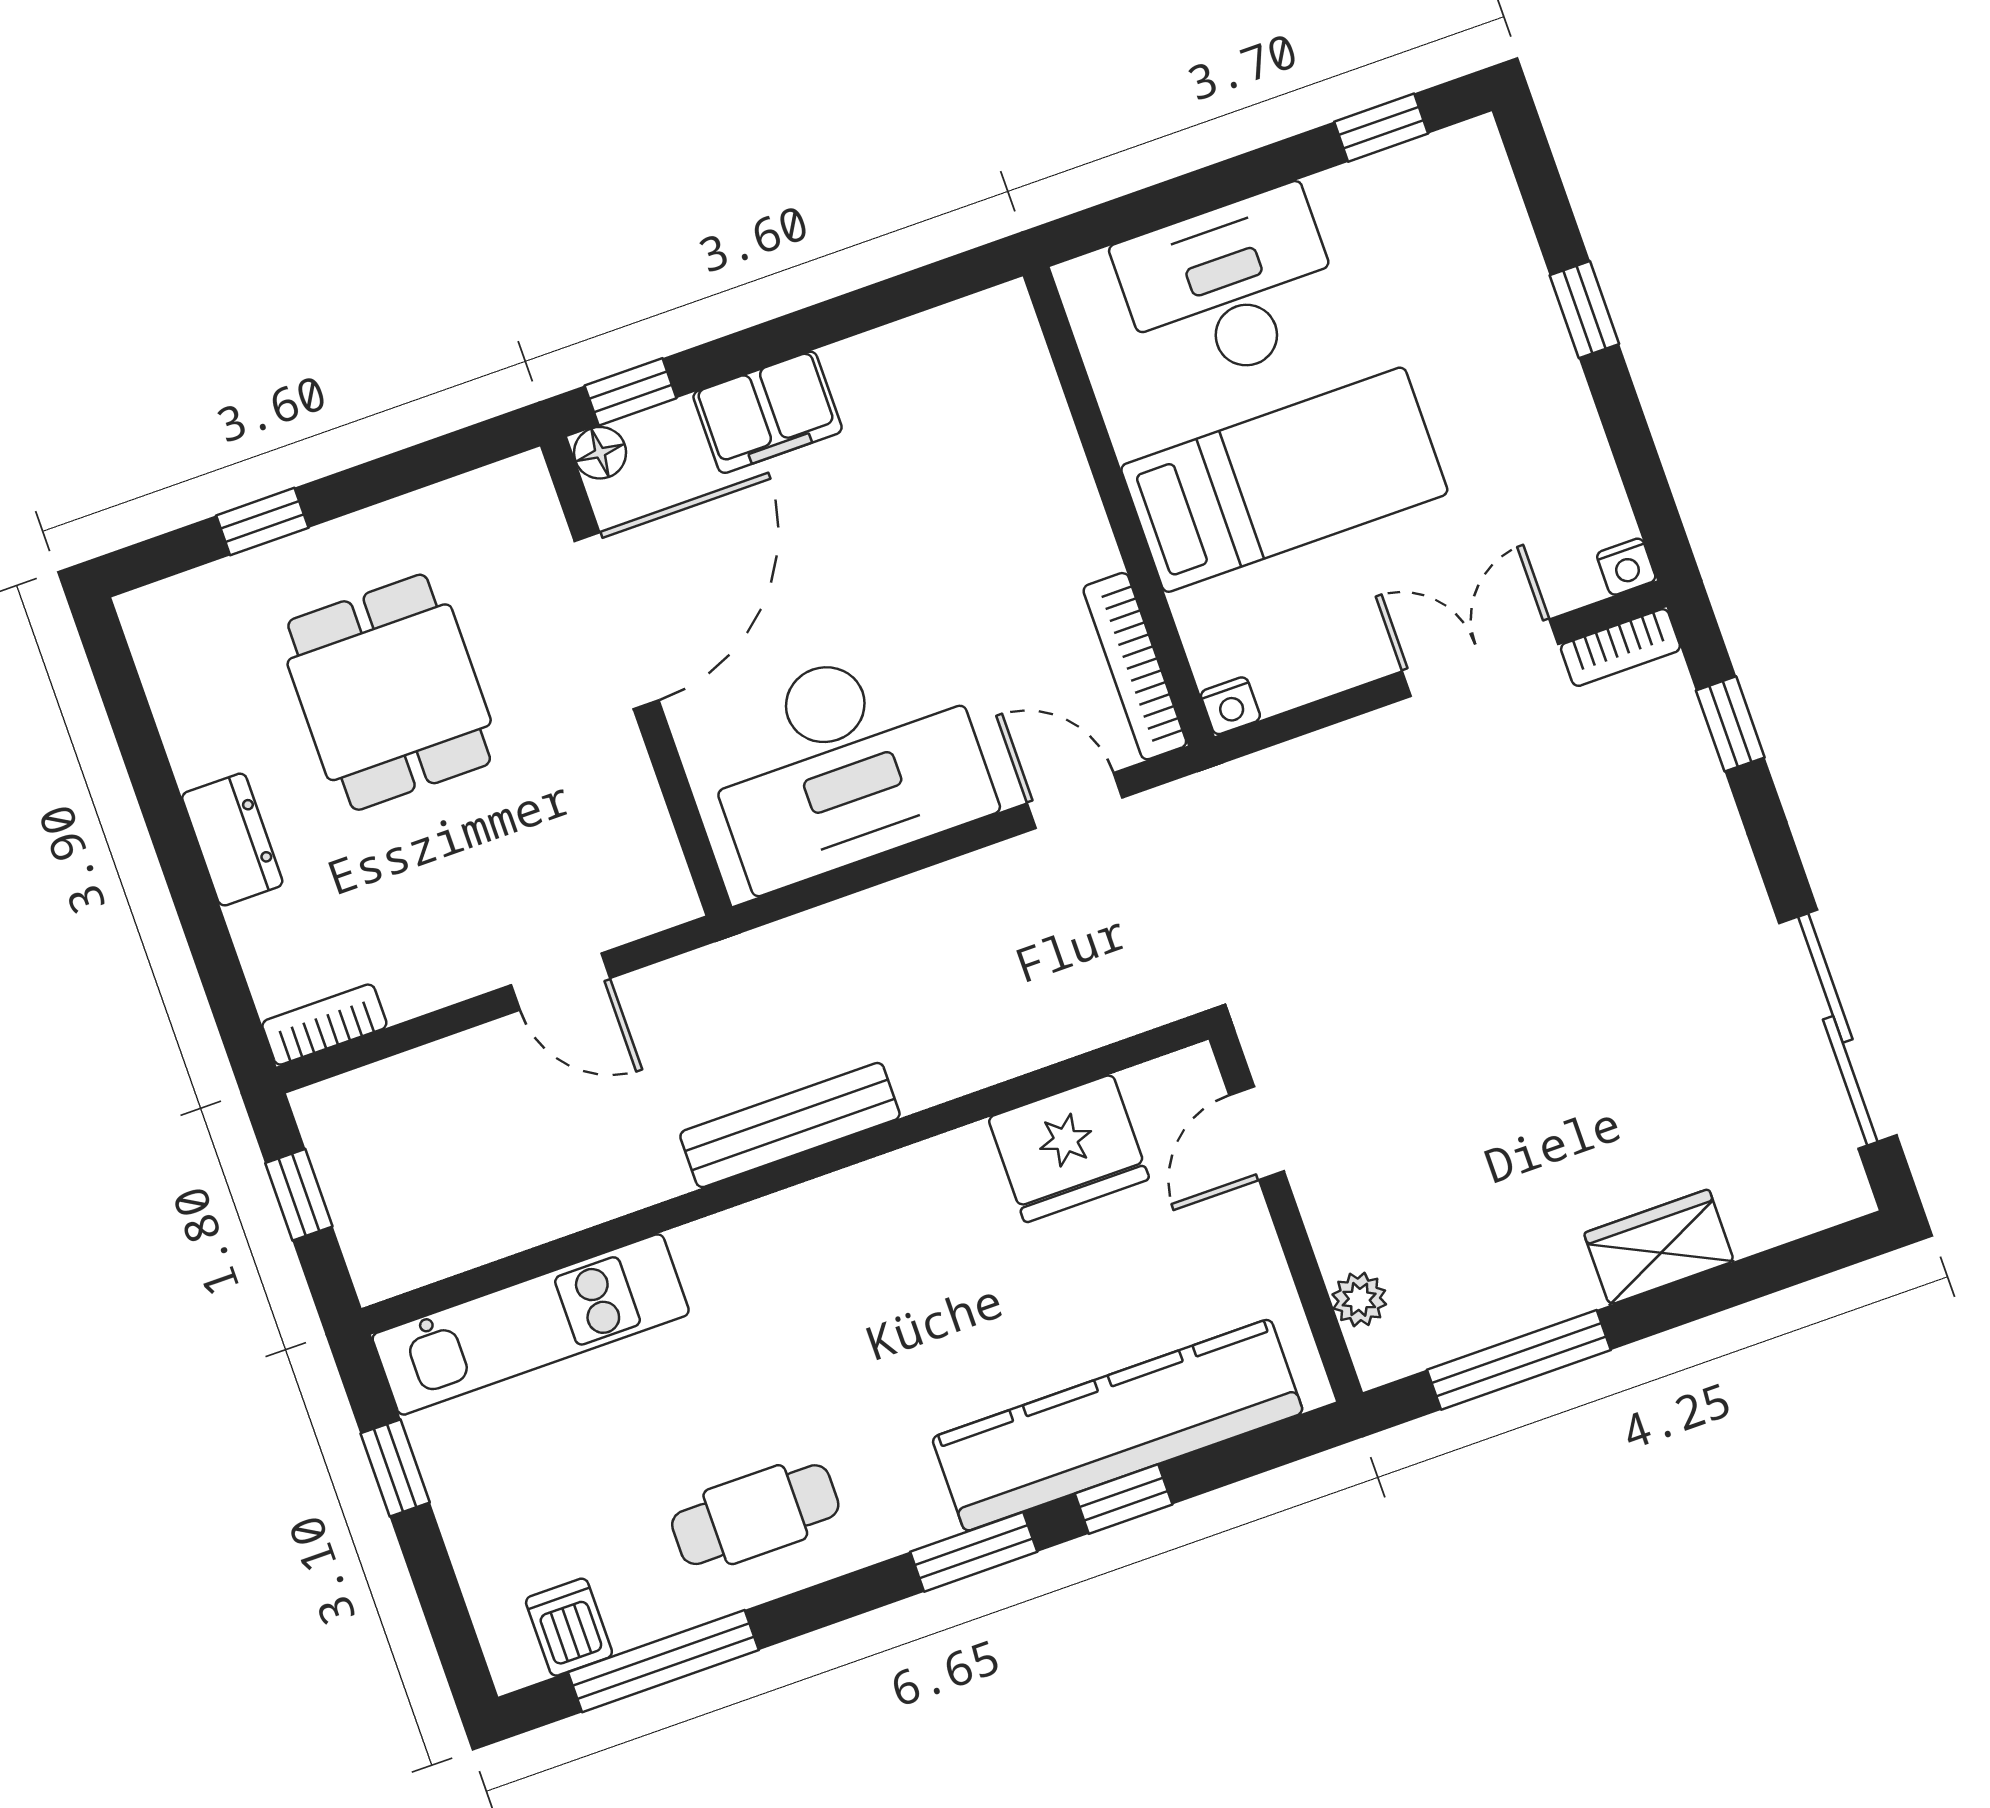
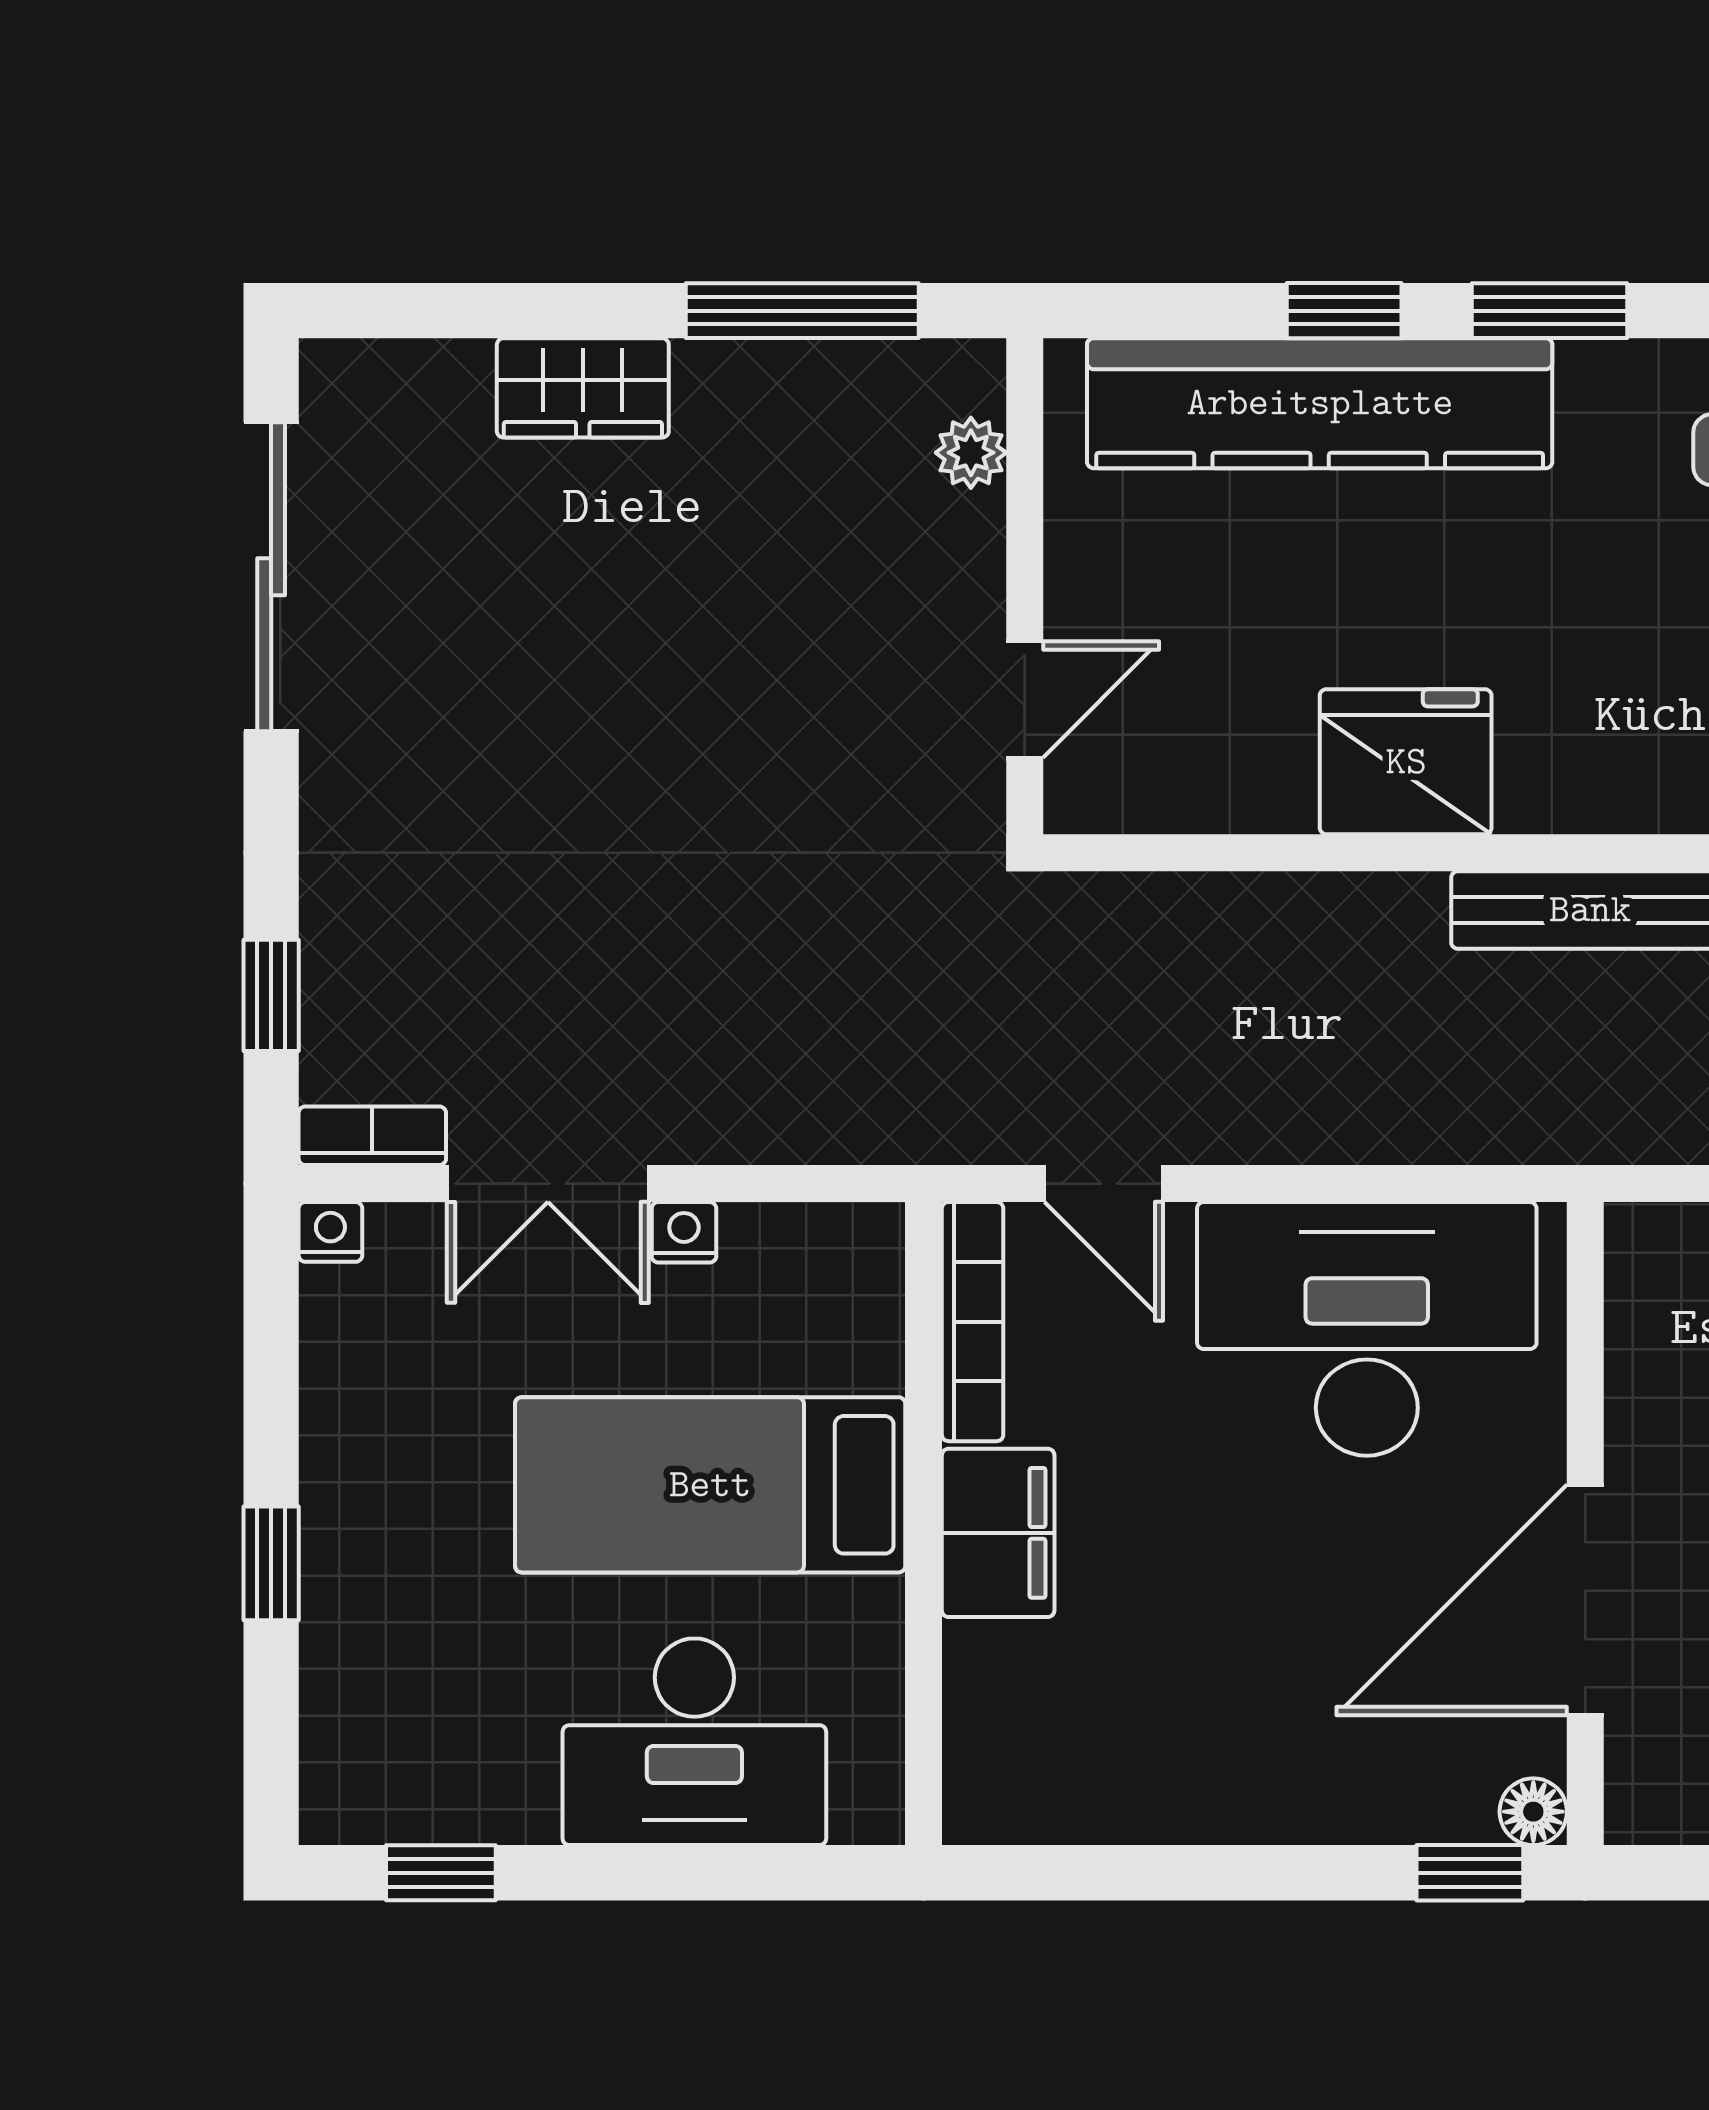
filing cabinet: (768, 412) -> (998, 1533), moved, turned 90
nightstand: (1230, 706) -> (684, 1232), moved
fridge: (1069, 1148) -> (1406, 762), moved

